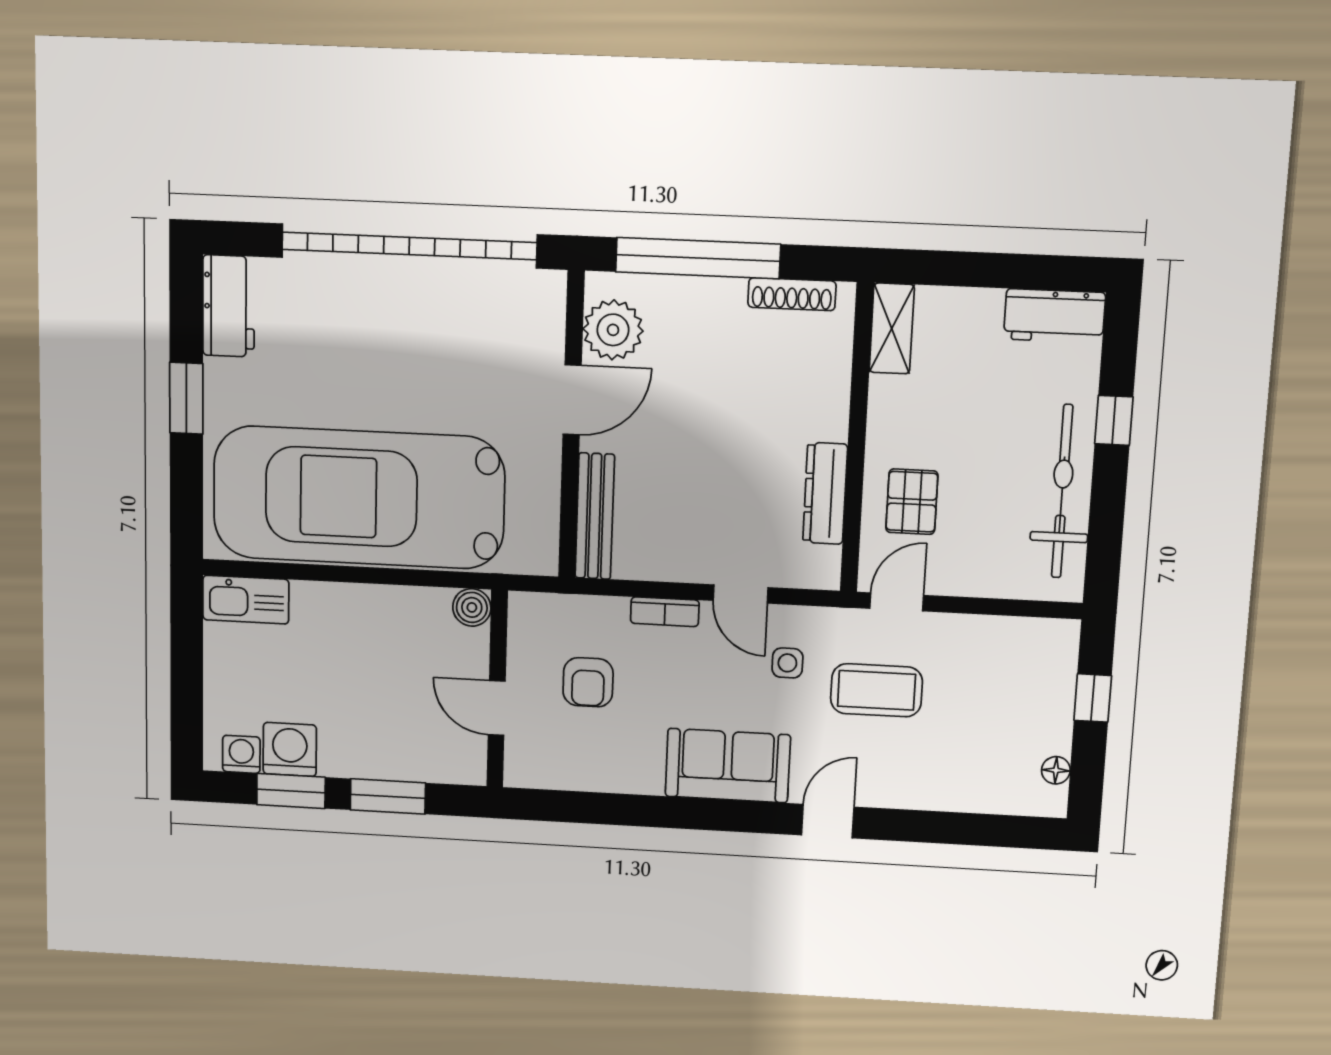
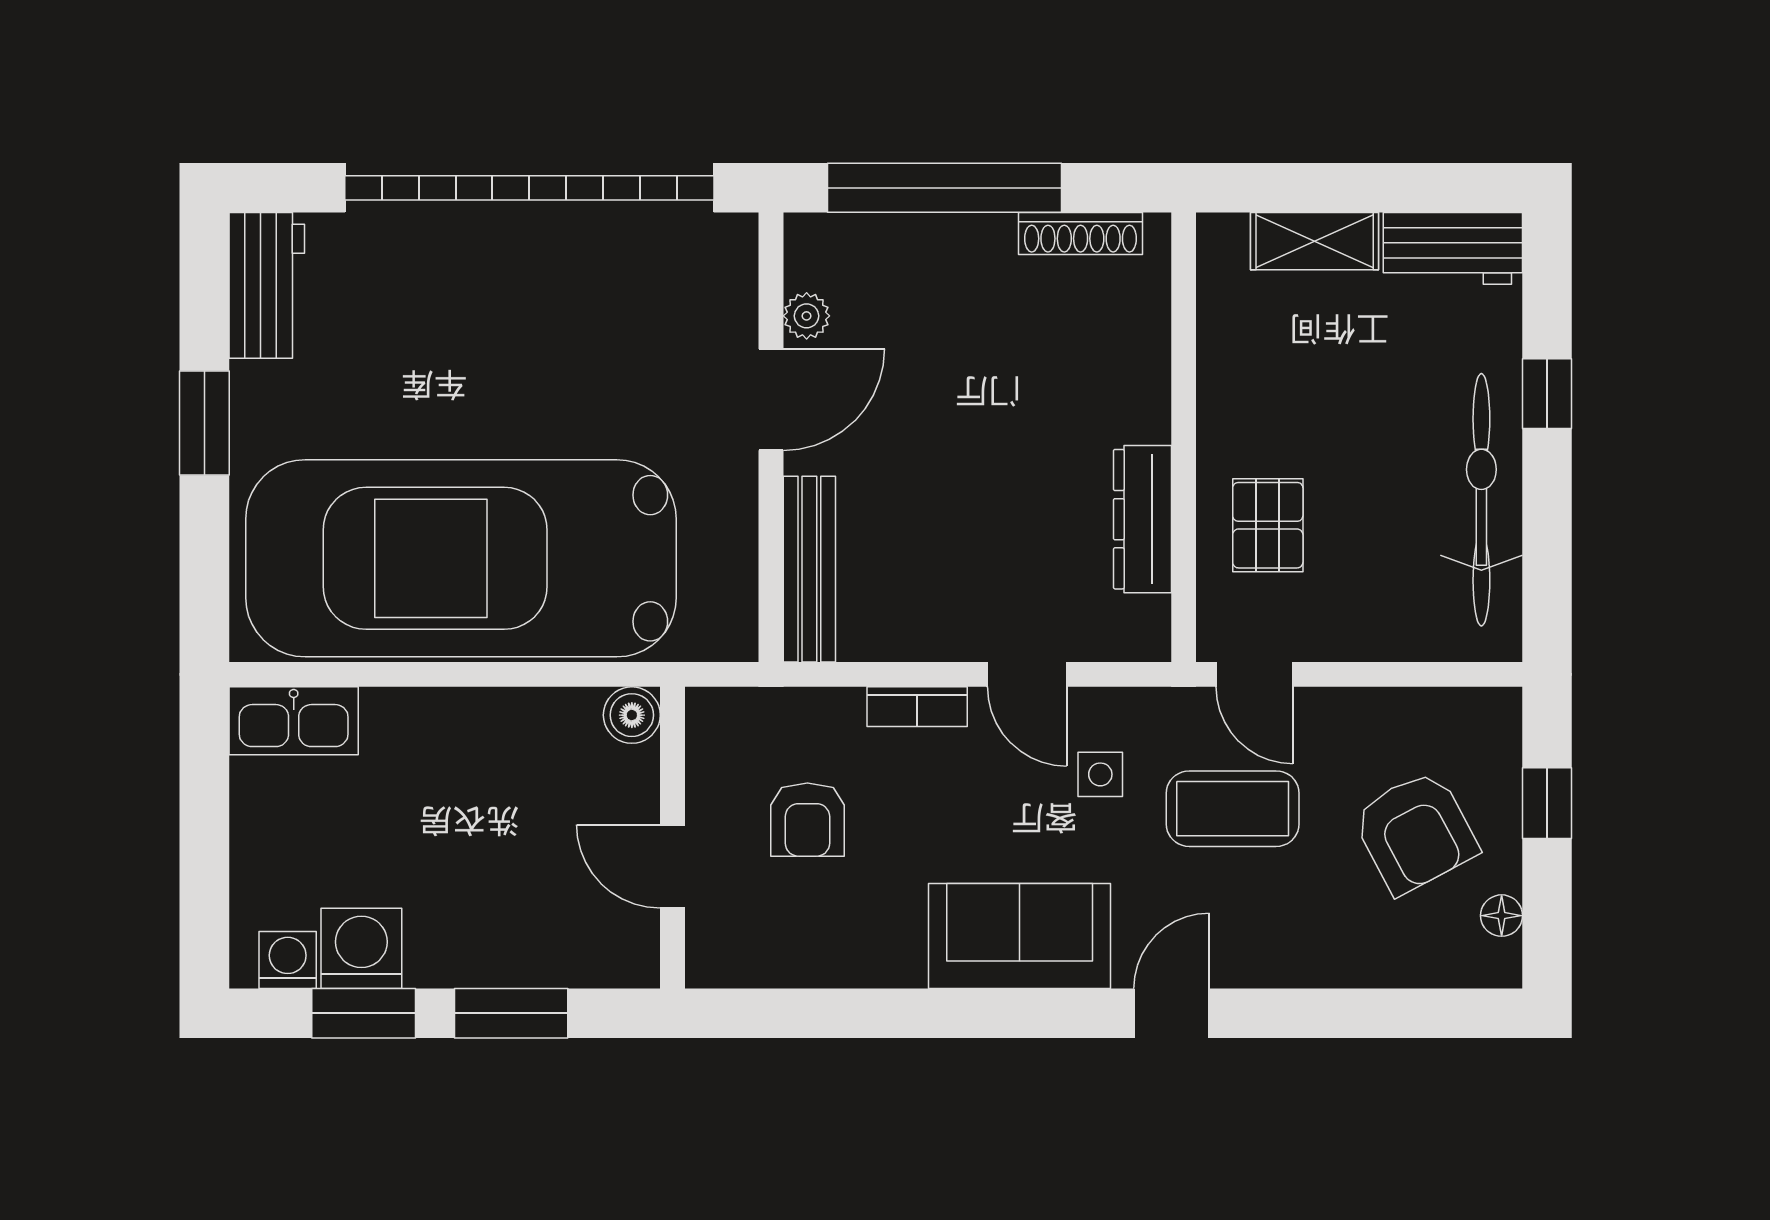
shelving: (892, 328) -> (1315, 241), moved, turned 90
plant: (613, 330) -> (807, 316), width x0.53, depth x0.53
door: (897, 602) -> (1254, 674), swing flipped
armchair: (1001, 712) -> (1415, 832), added

